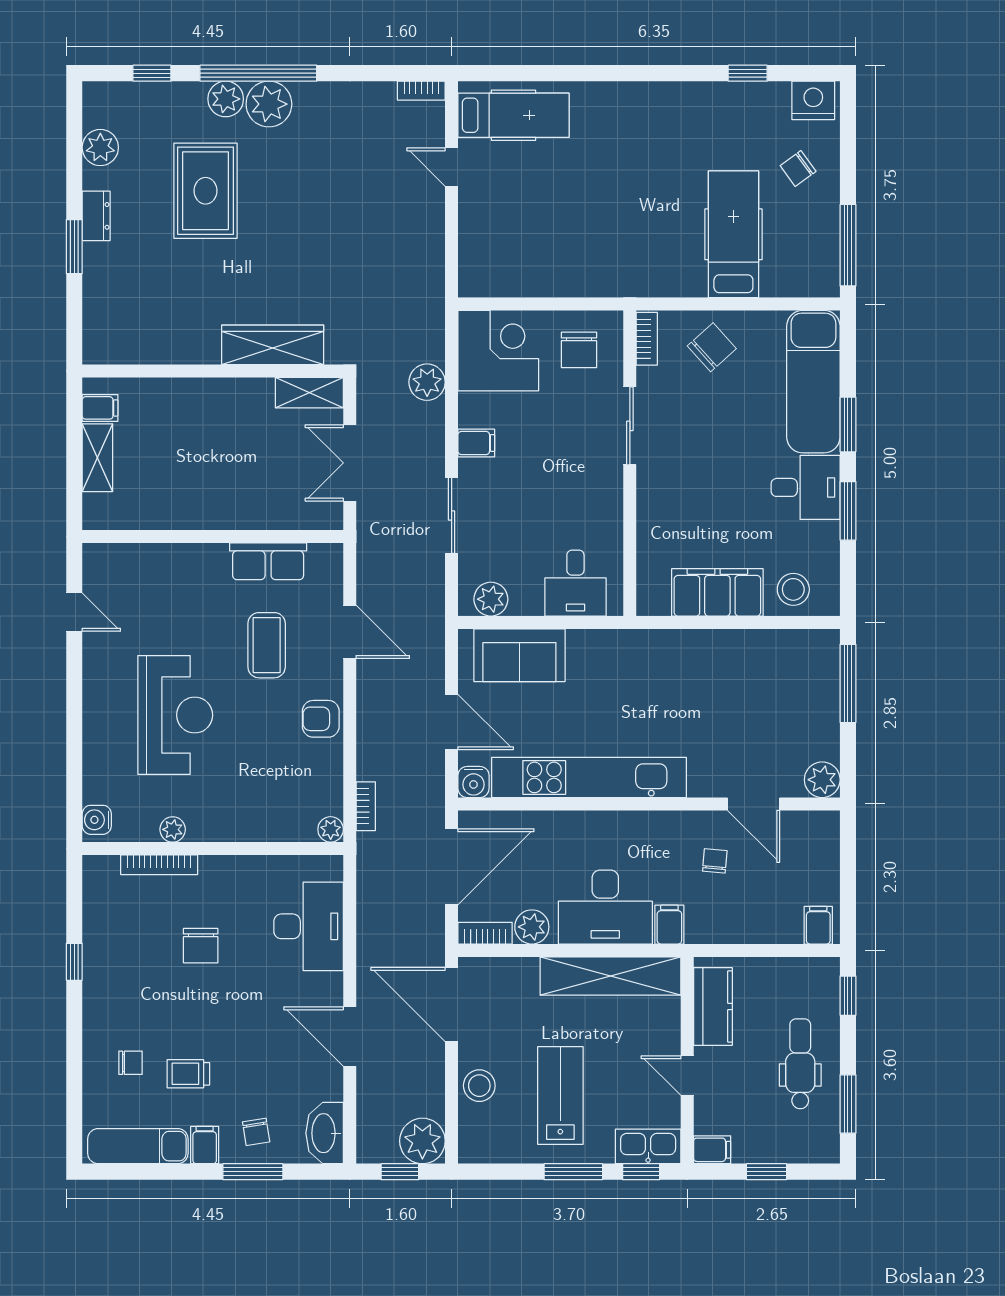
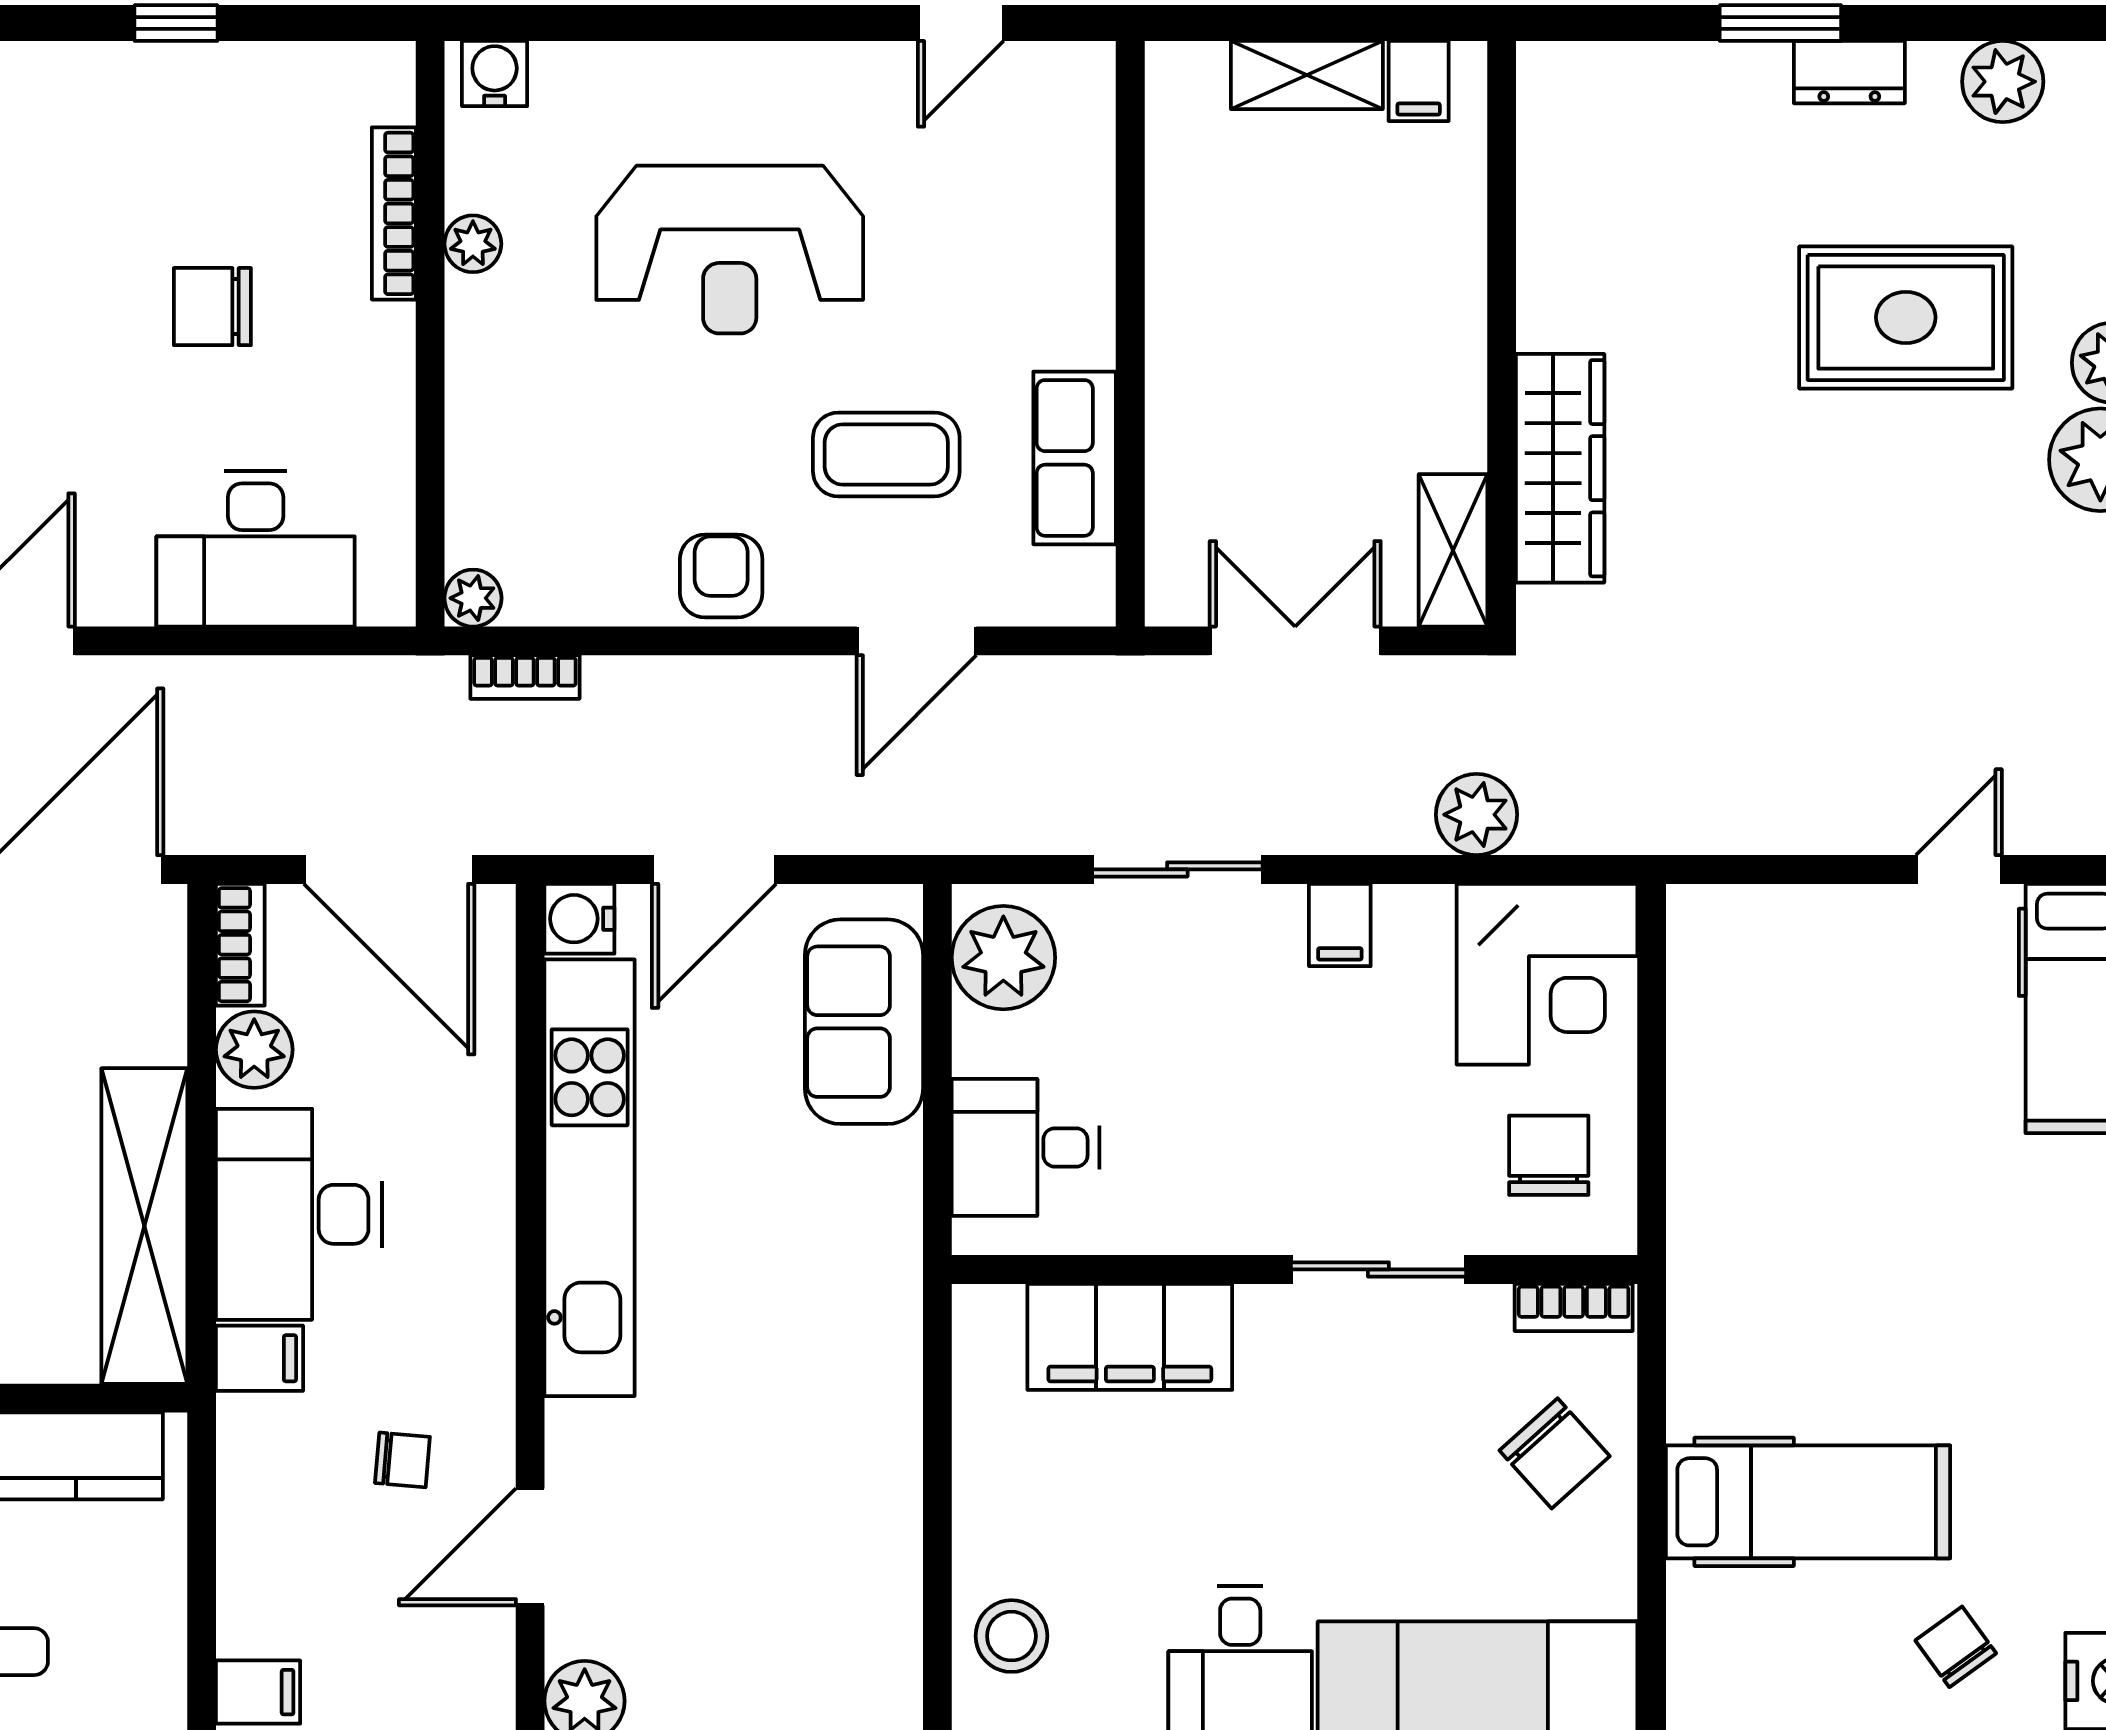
chair: (579, 350) -> (1549, 1155), turned 90
filing cabinet: (717, 592) -> (1130, 1337), moved, turned 90
plant: (491, 599) -> (1003, 958), width x1.36, depth x1.36

